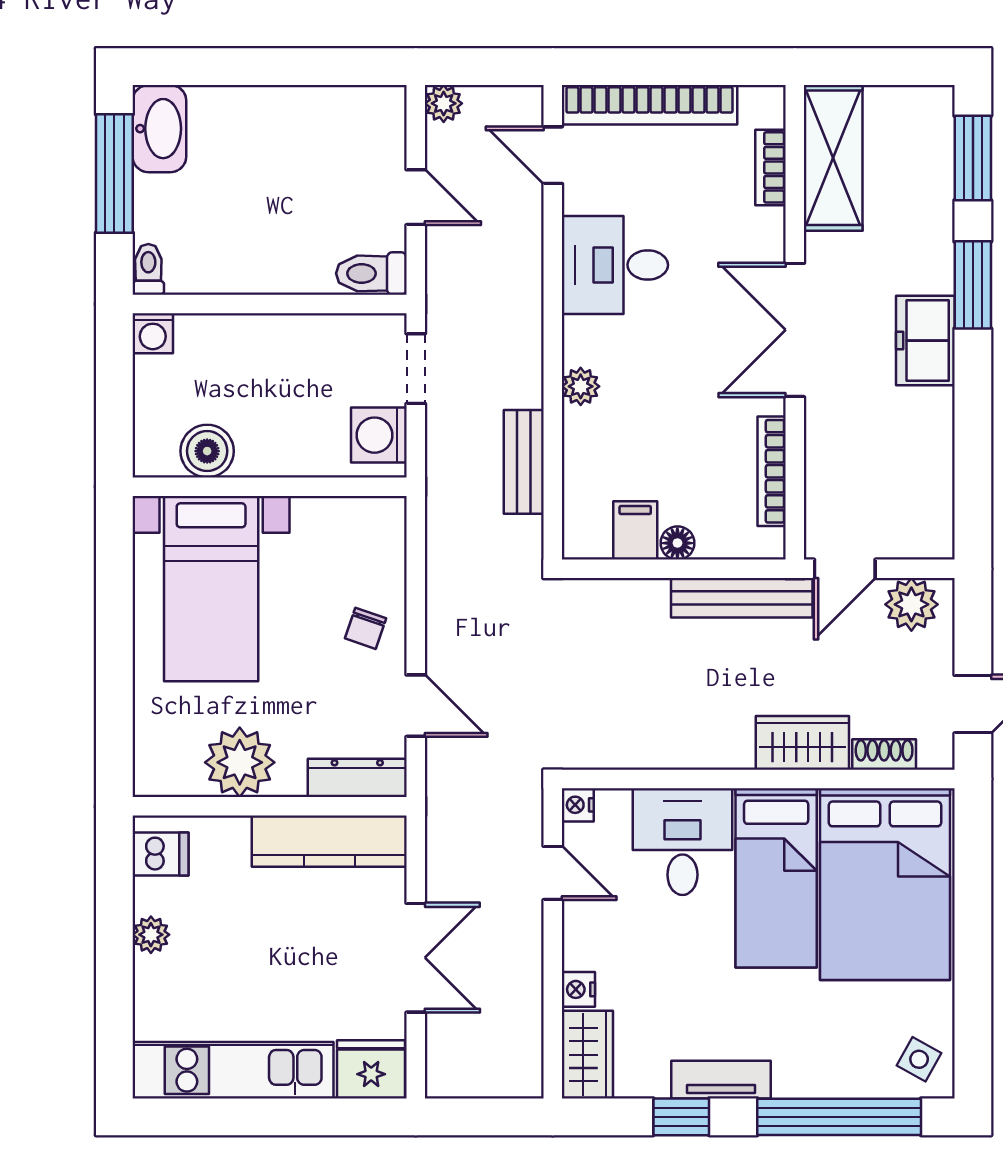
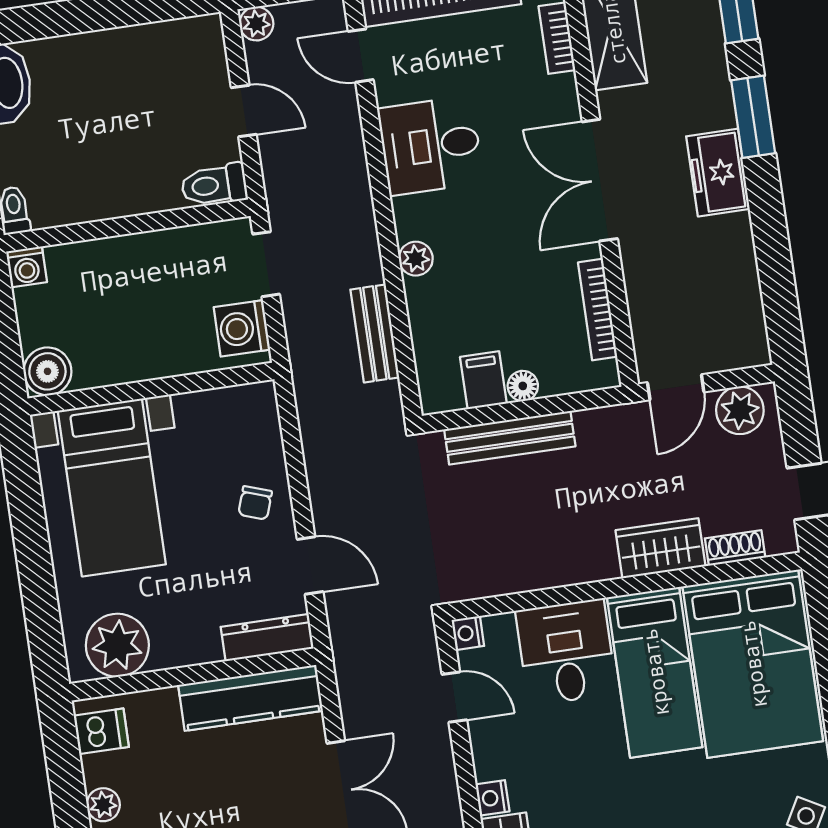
boiler: (207, 451) -> (47, 371), moved
bench: (742, 598) -> (510, 438), moved
plant: (240, 762) -> (117, 645), moved

